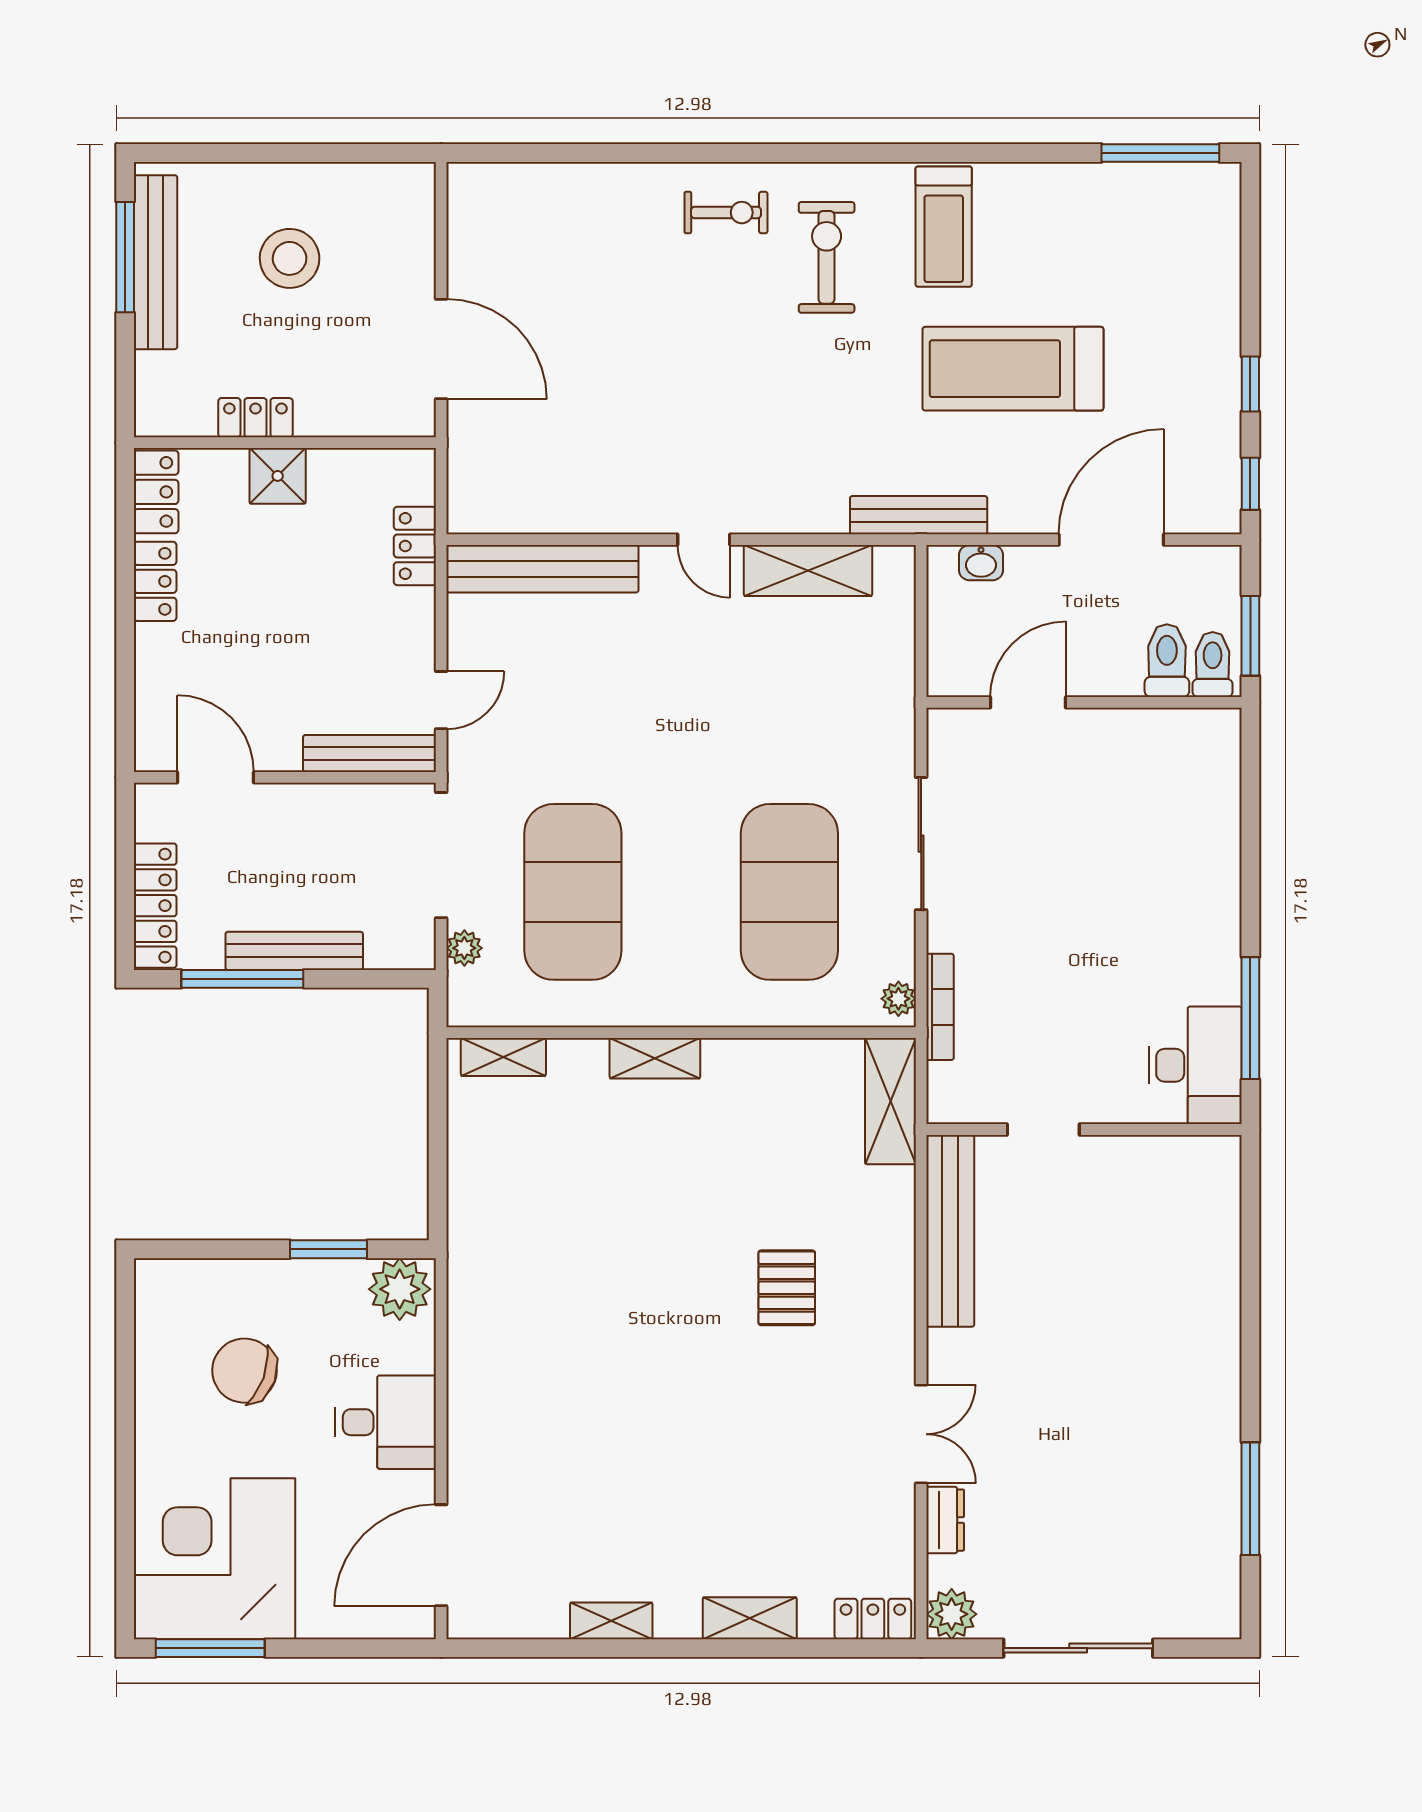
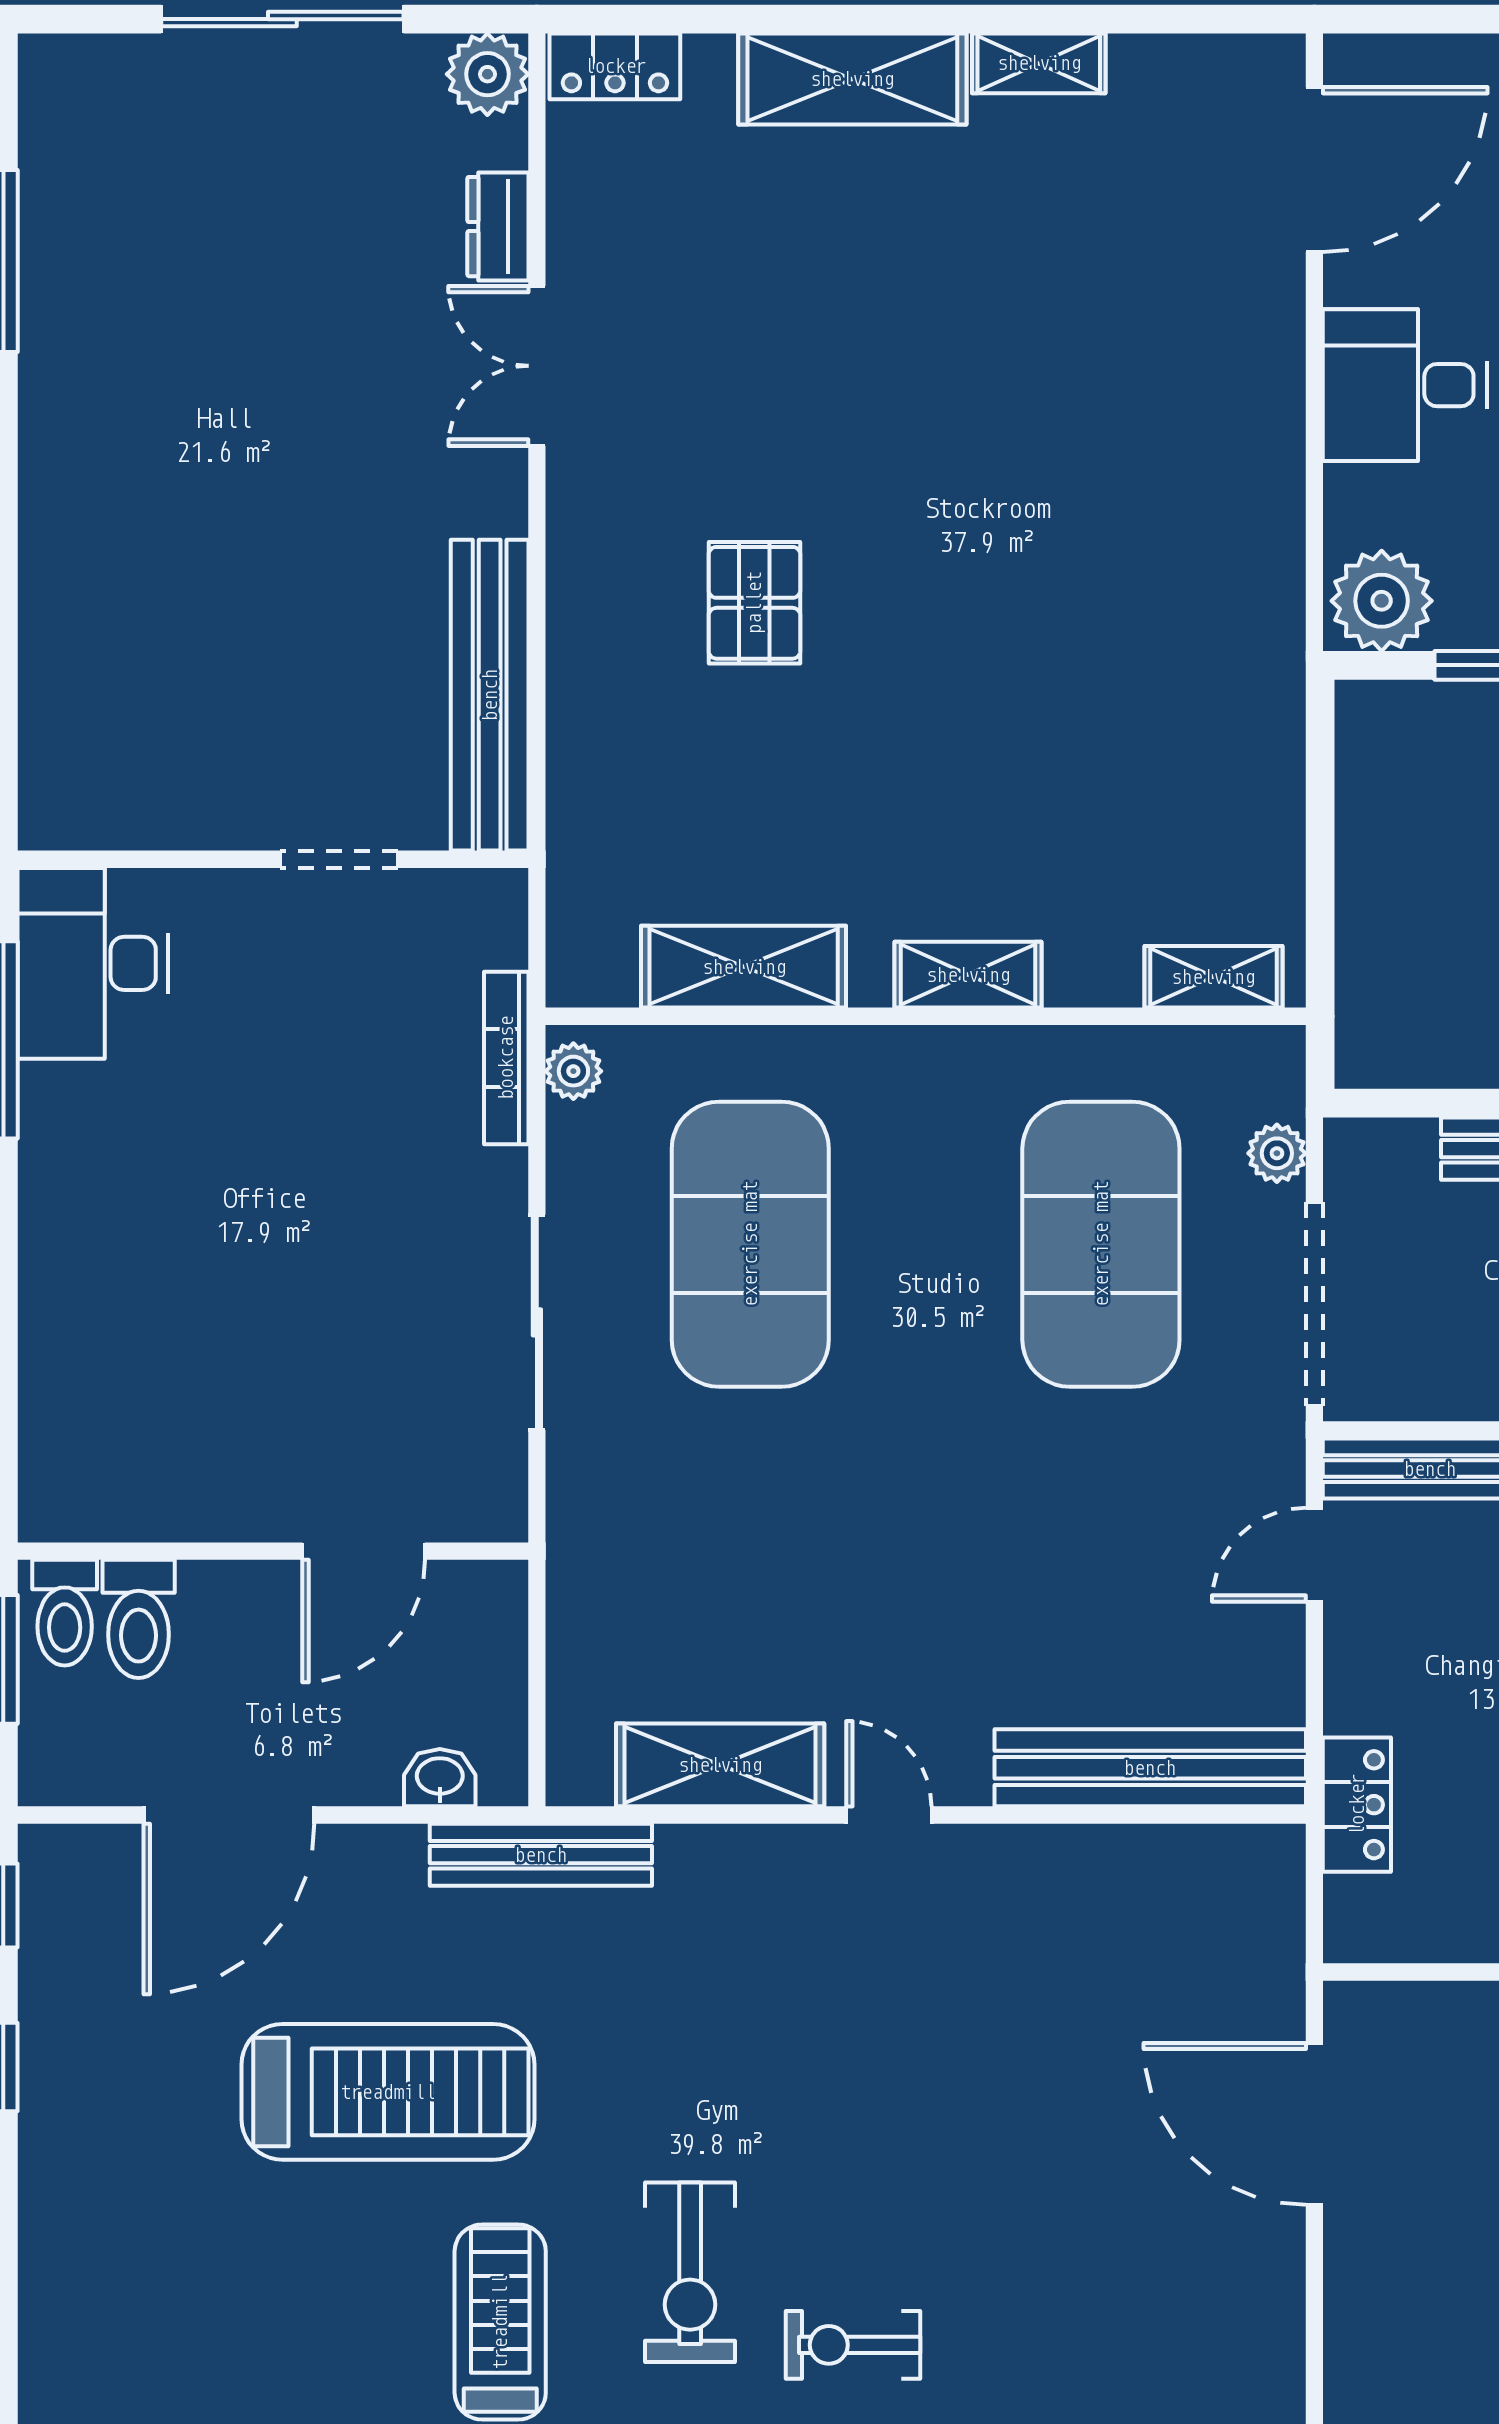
shelving: (890, 1101) -> (744, 967), moved, turned 90
shelving: (750, 1618) -> (852, 79), width x1.50, depth x1.33

